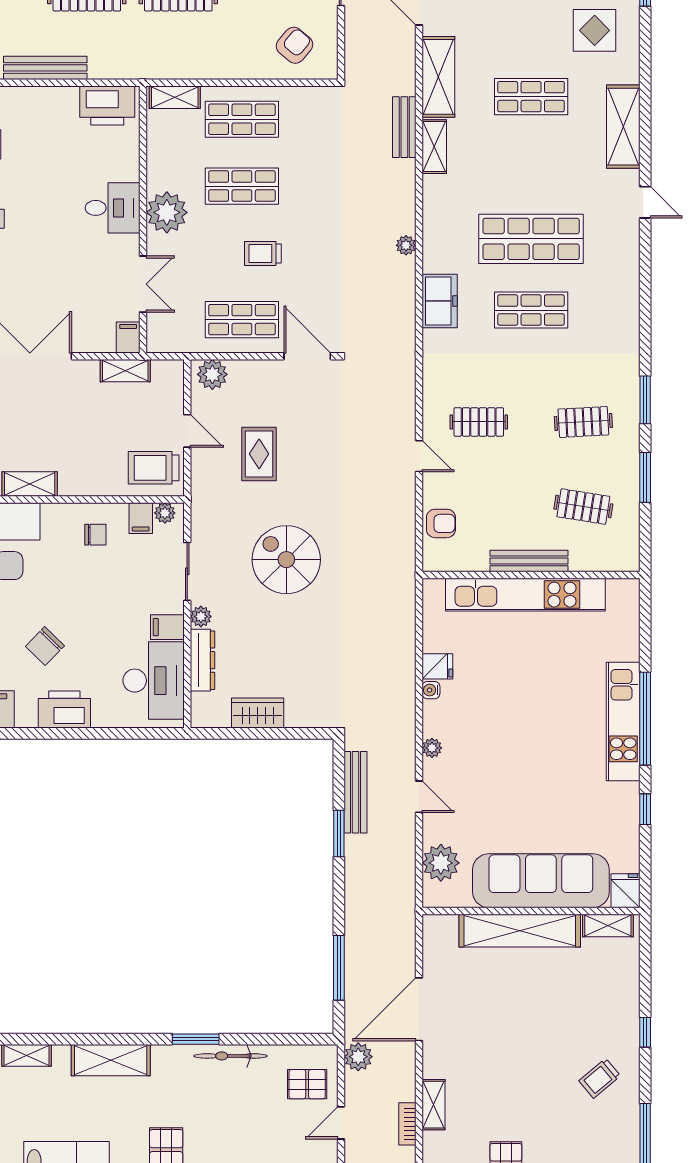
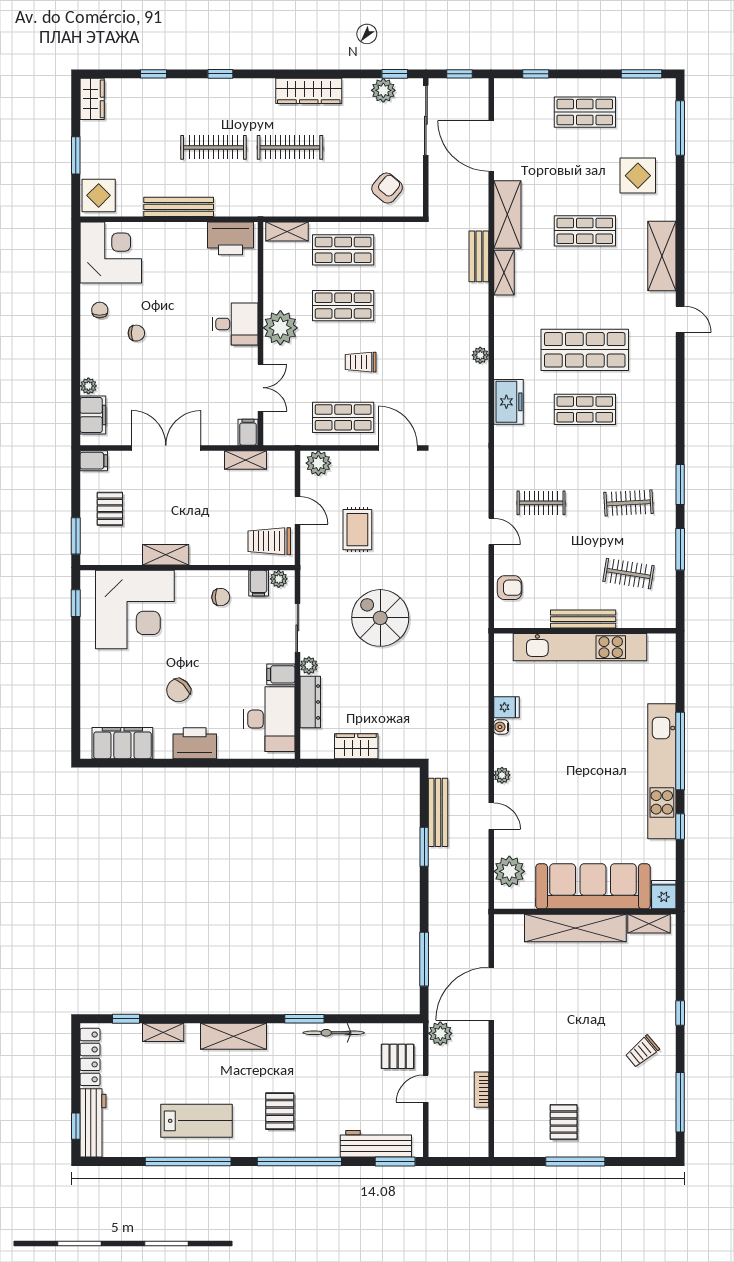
kitchen unit: (623, 722) -> (662, 771), width x1.36
shelving: (434, 1105) -> (503, 1073), removed

